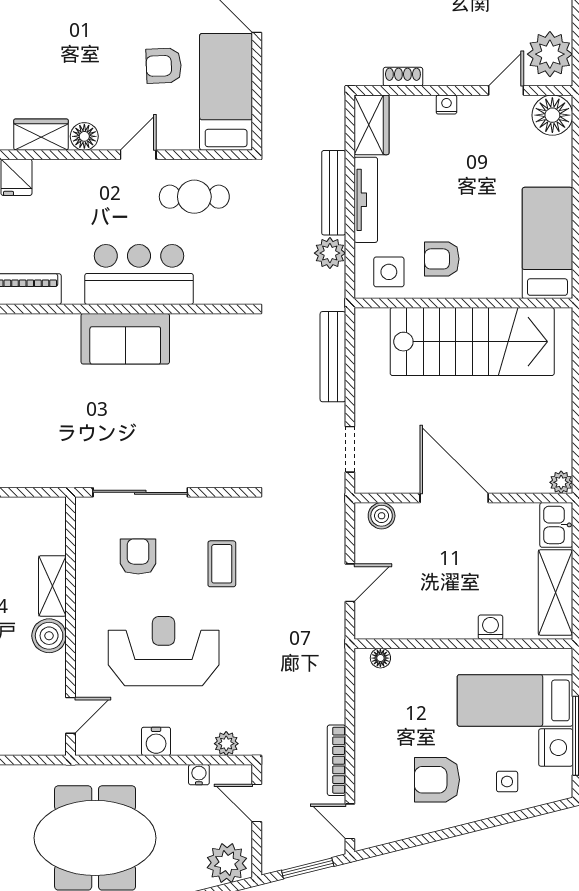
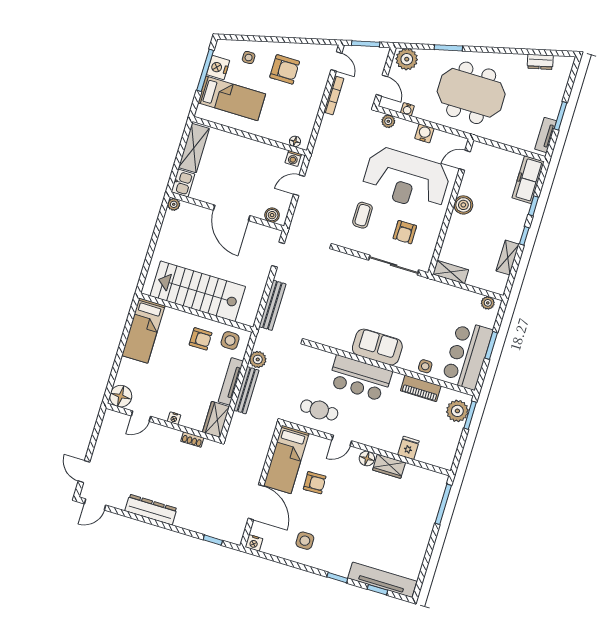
plant: (550, 54) -> (112, 428), removed
side table: (30, 330) -> (425, 366), added
shelving: (52, 586) -> (451, 272), moved, turned 90
washing machine: (491, 627) -> (293, 158), moved
reception desk: (164, 651) -> (406, 179), width x1.36, depth x1.30

